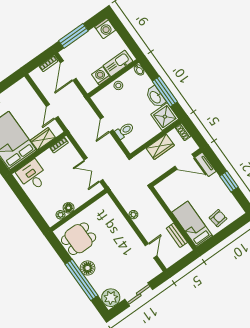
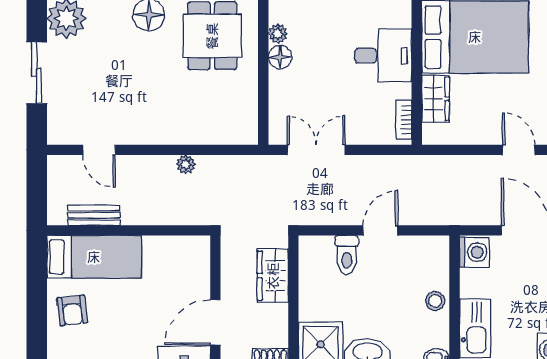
washing machine: (101, 76) -> (474, 252), moved
door: (52, 112) -> (519, 150), moved
door: (107, 125) -> (380, 230), hinge flipped
wardrobe: (160, 147) -> (273, 276), moved
desk: (32, 176) -> (383, 56), moved

